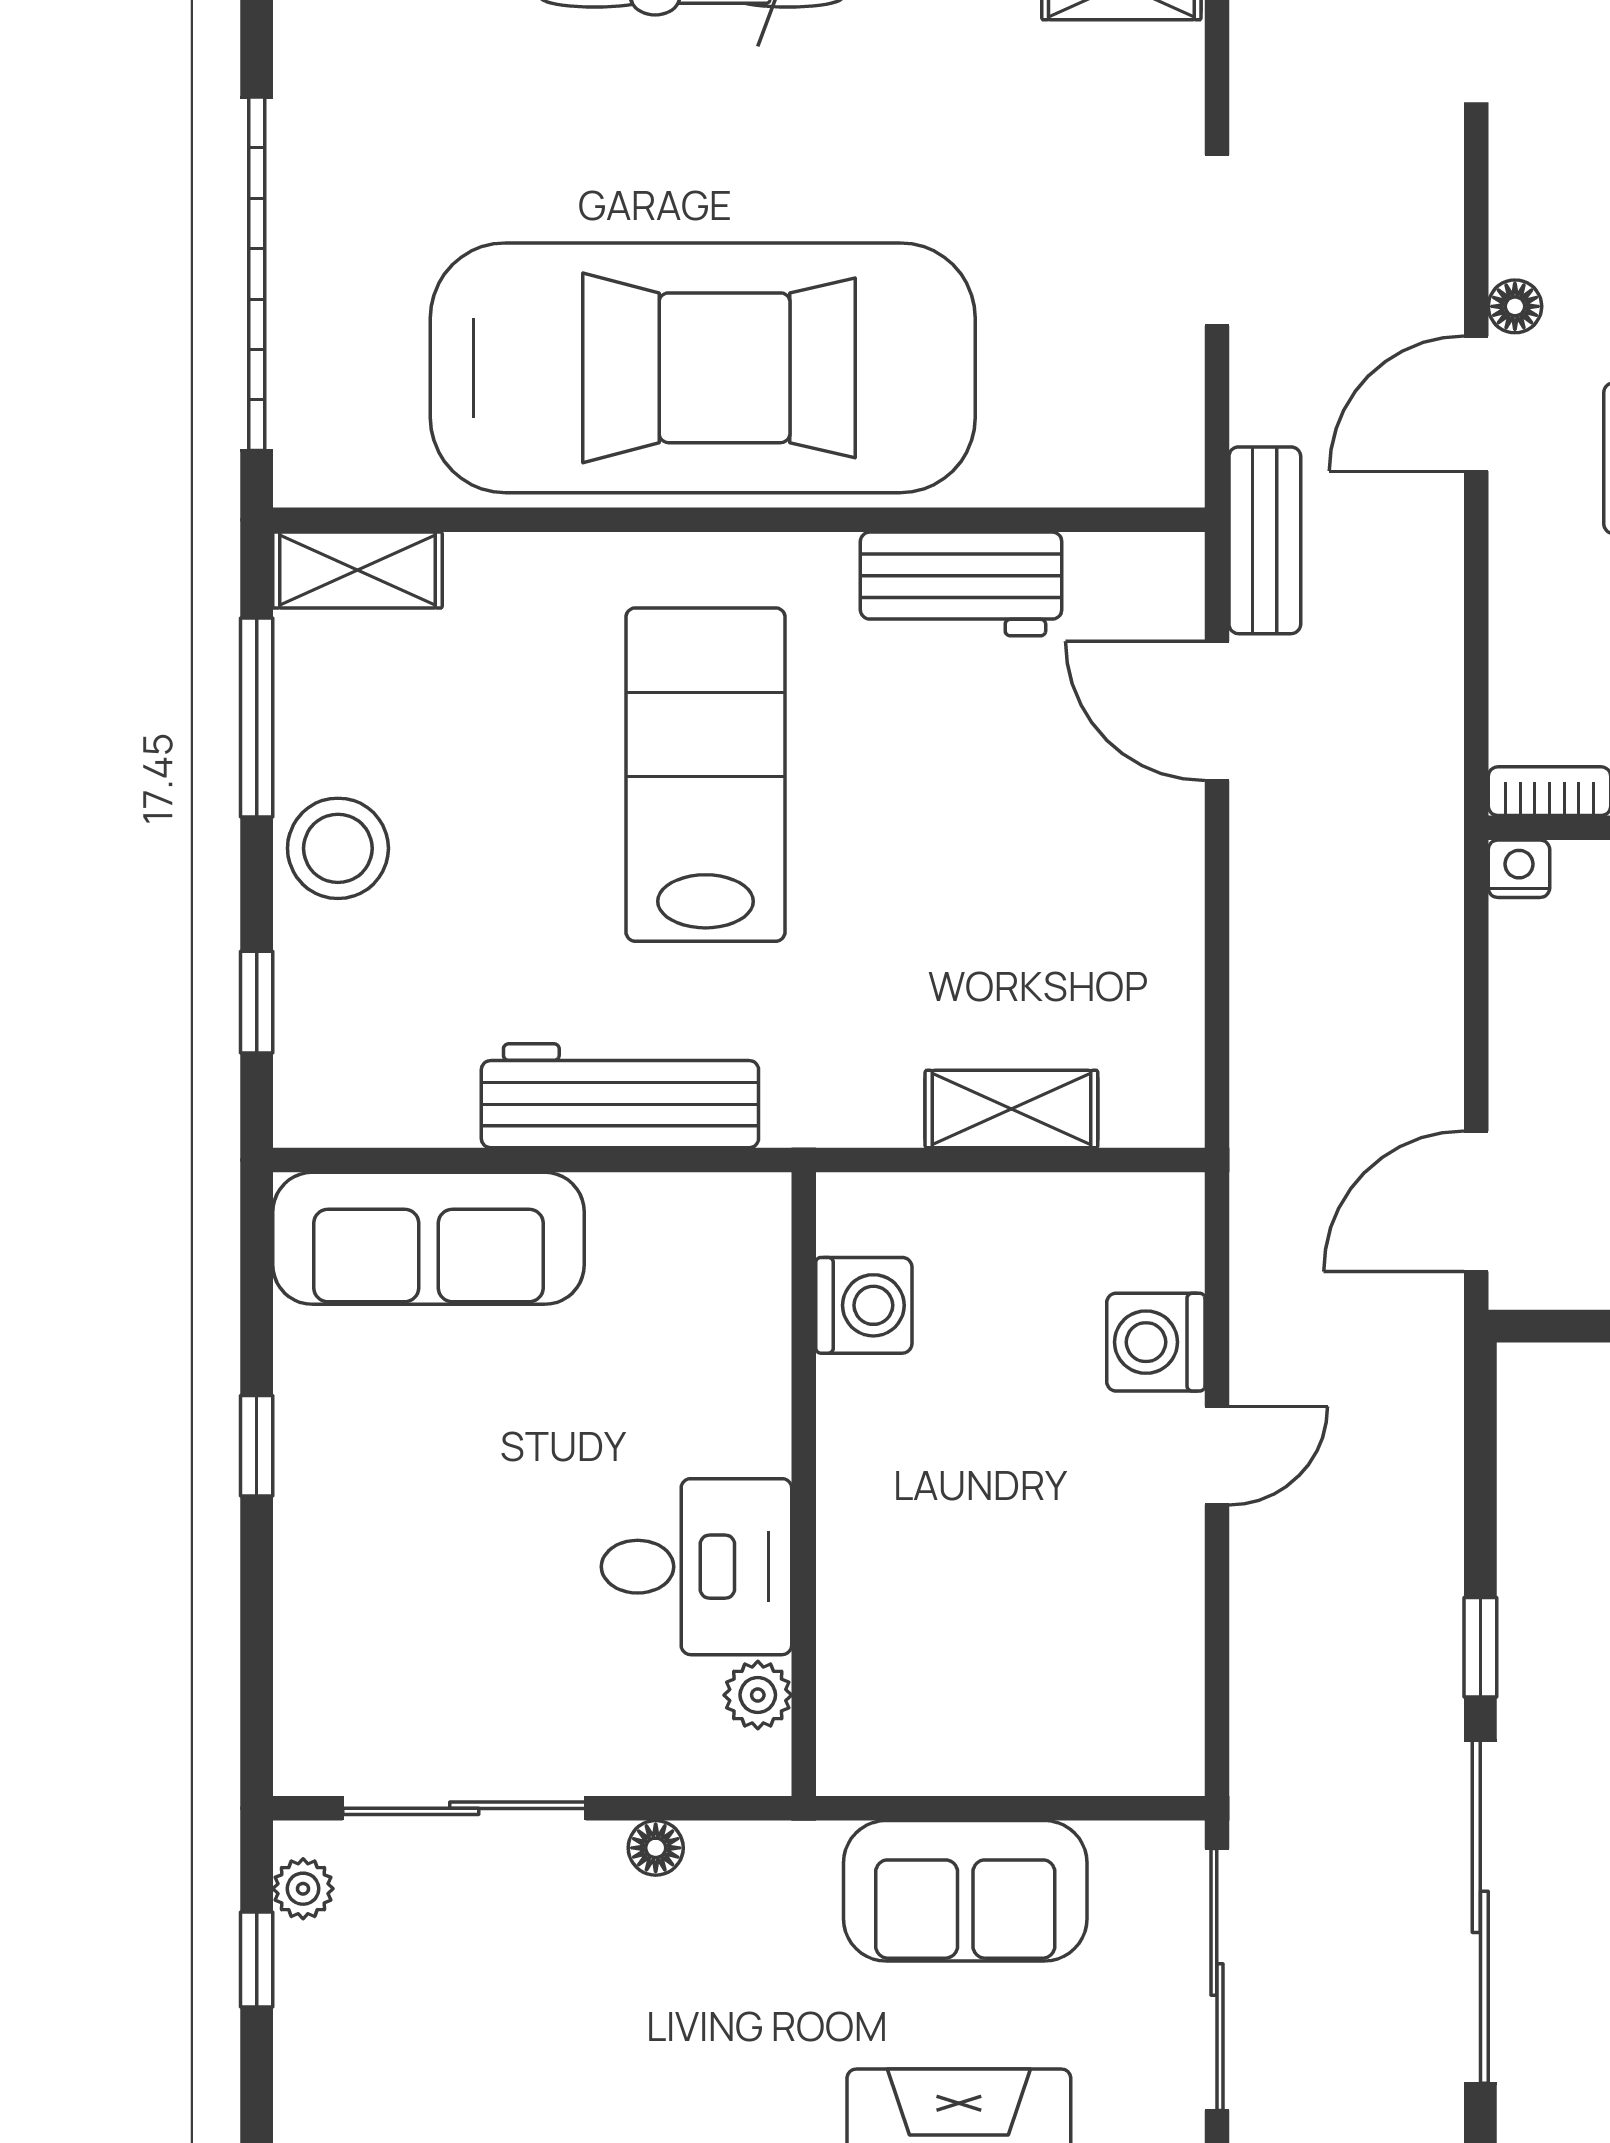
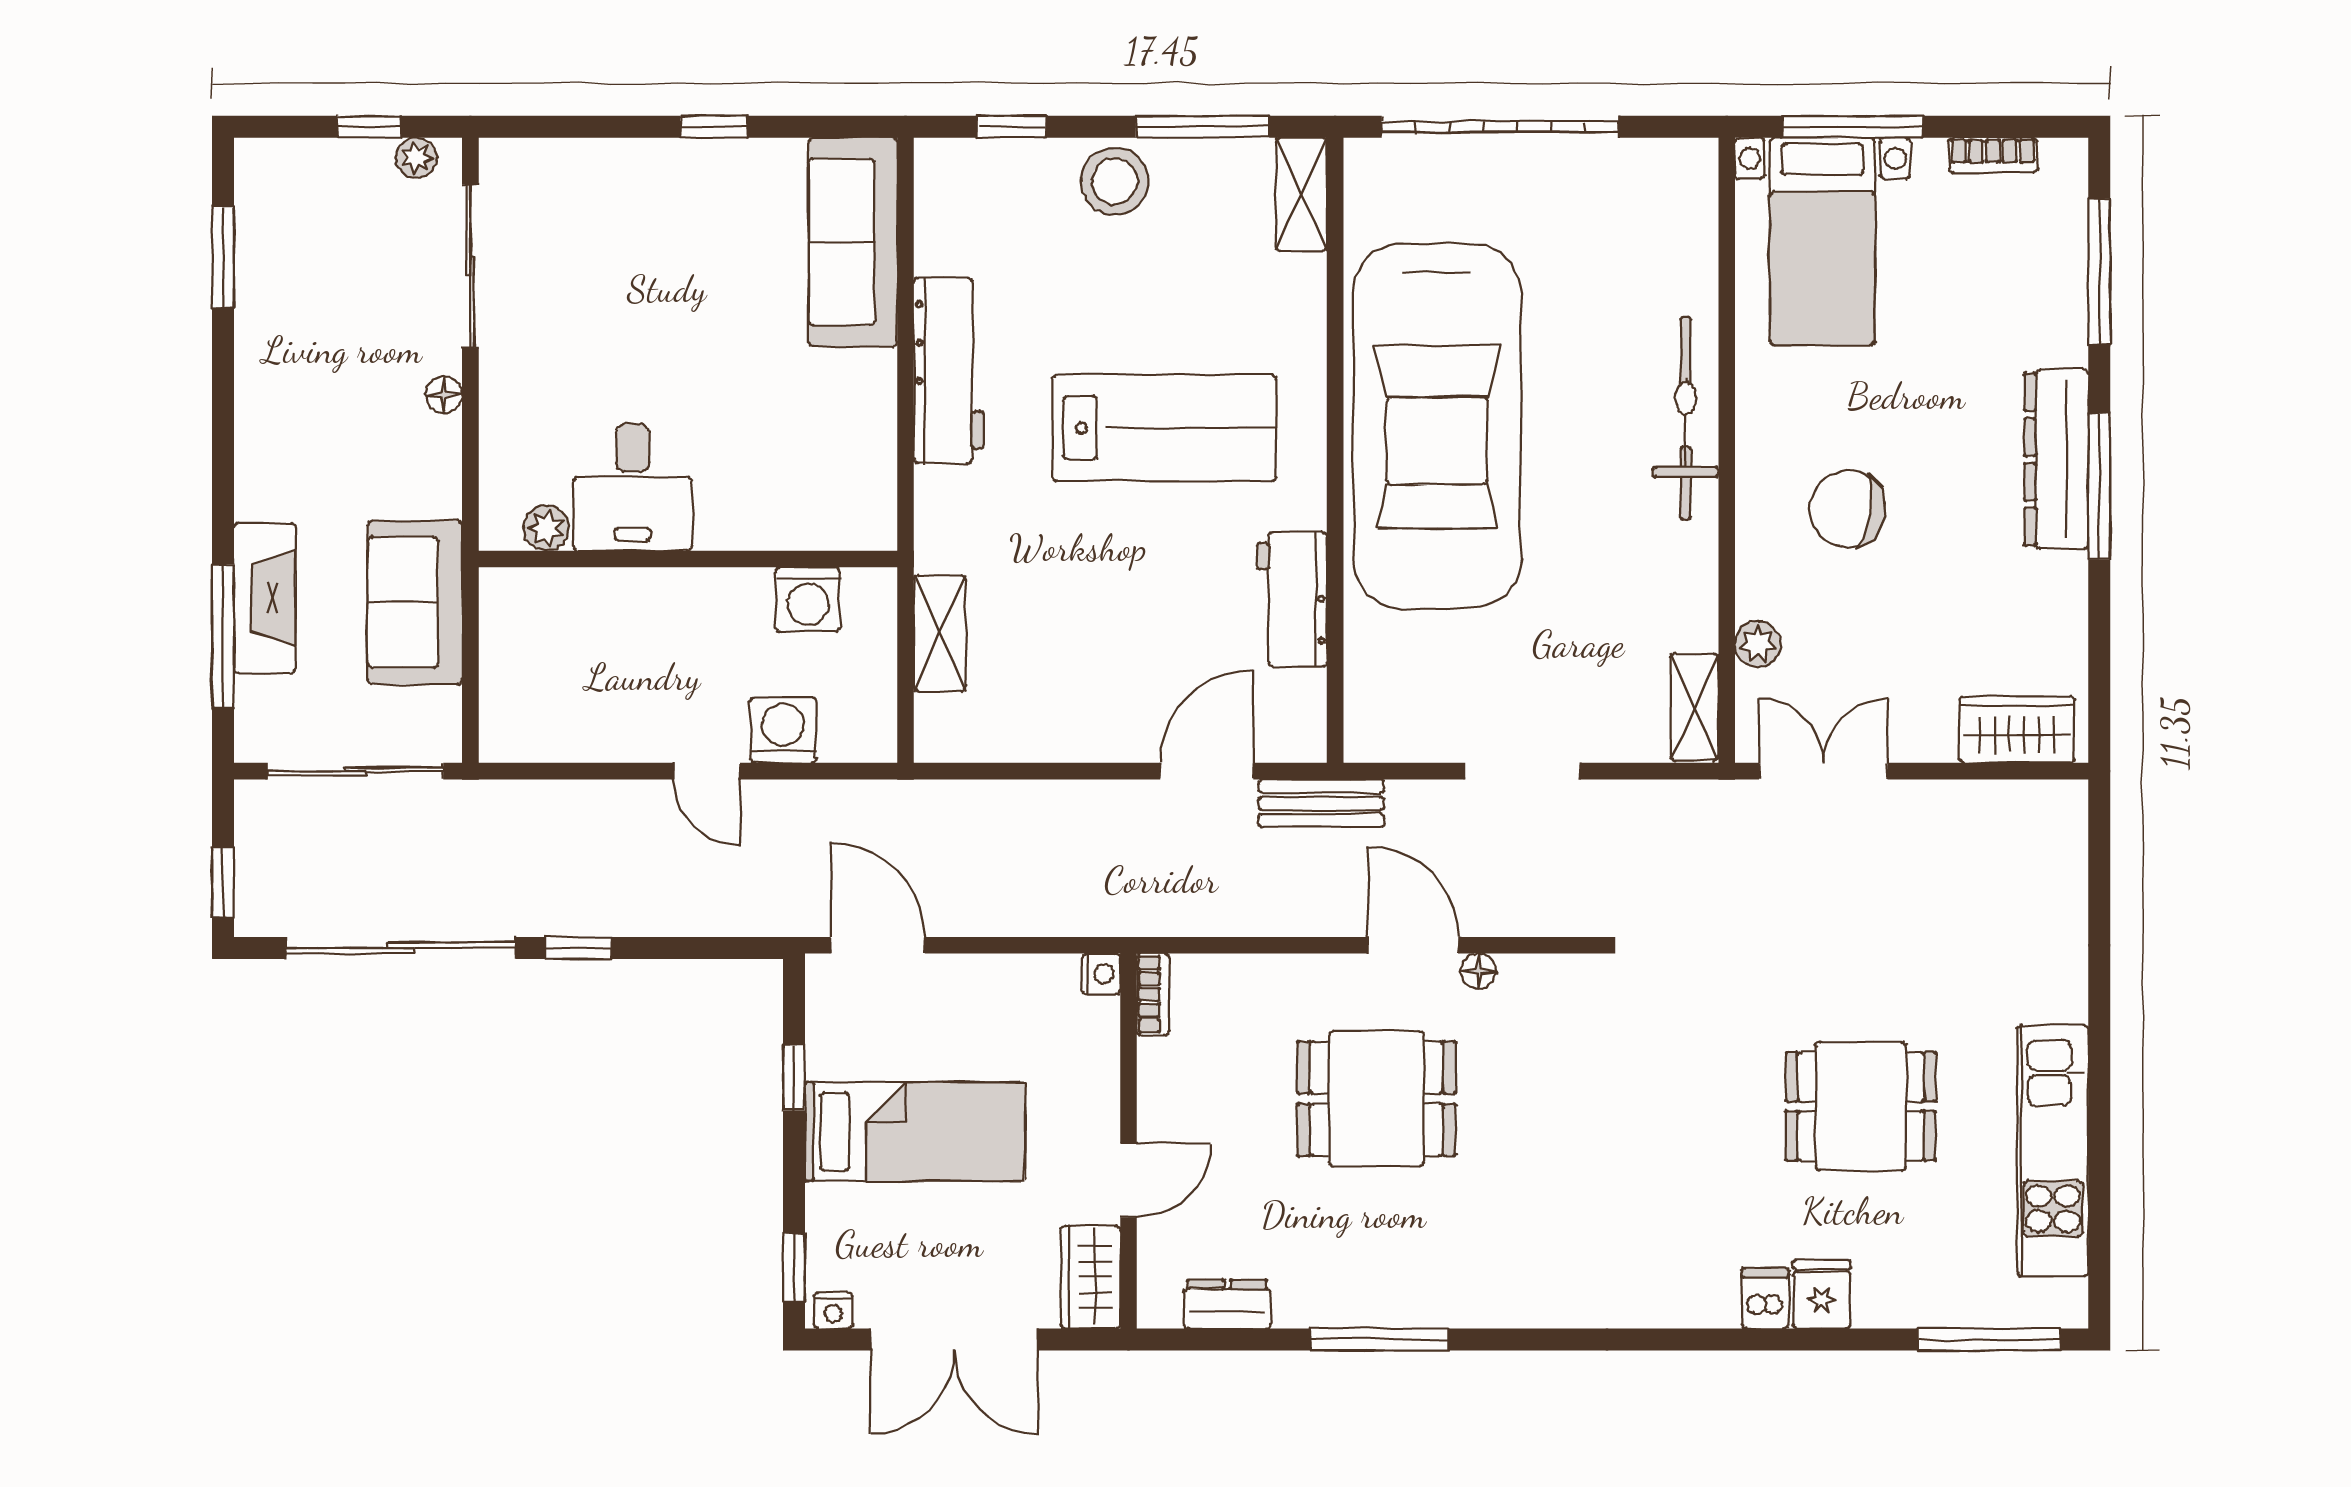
washing machine: (864, 1305) -> (808, 599), moved
wall: (804, 1484) -> (688, 559), moved
desk: (696, 1567) -> (633, 487), moved
plant: (758, 1695) -> (546, 528), moved

